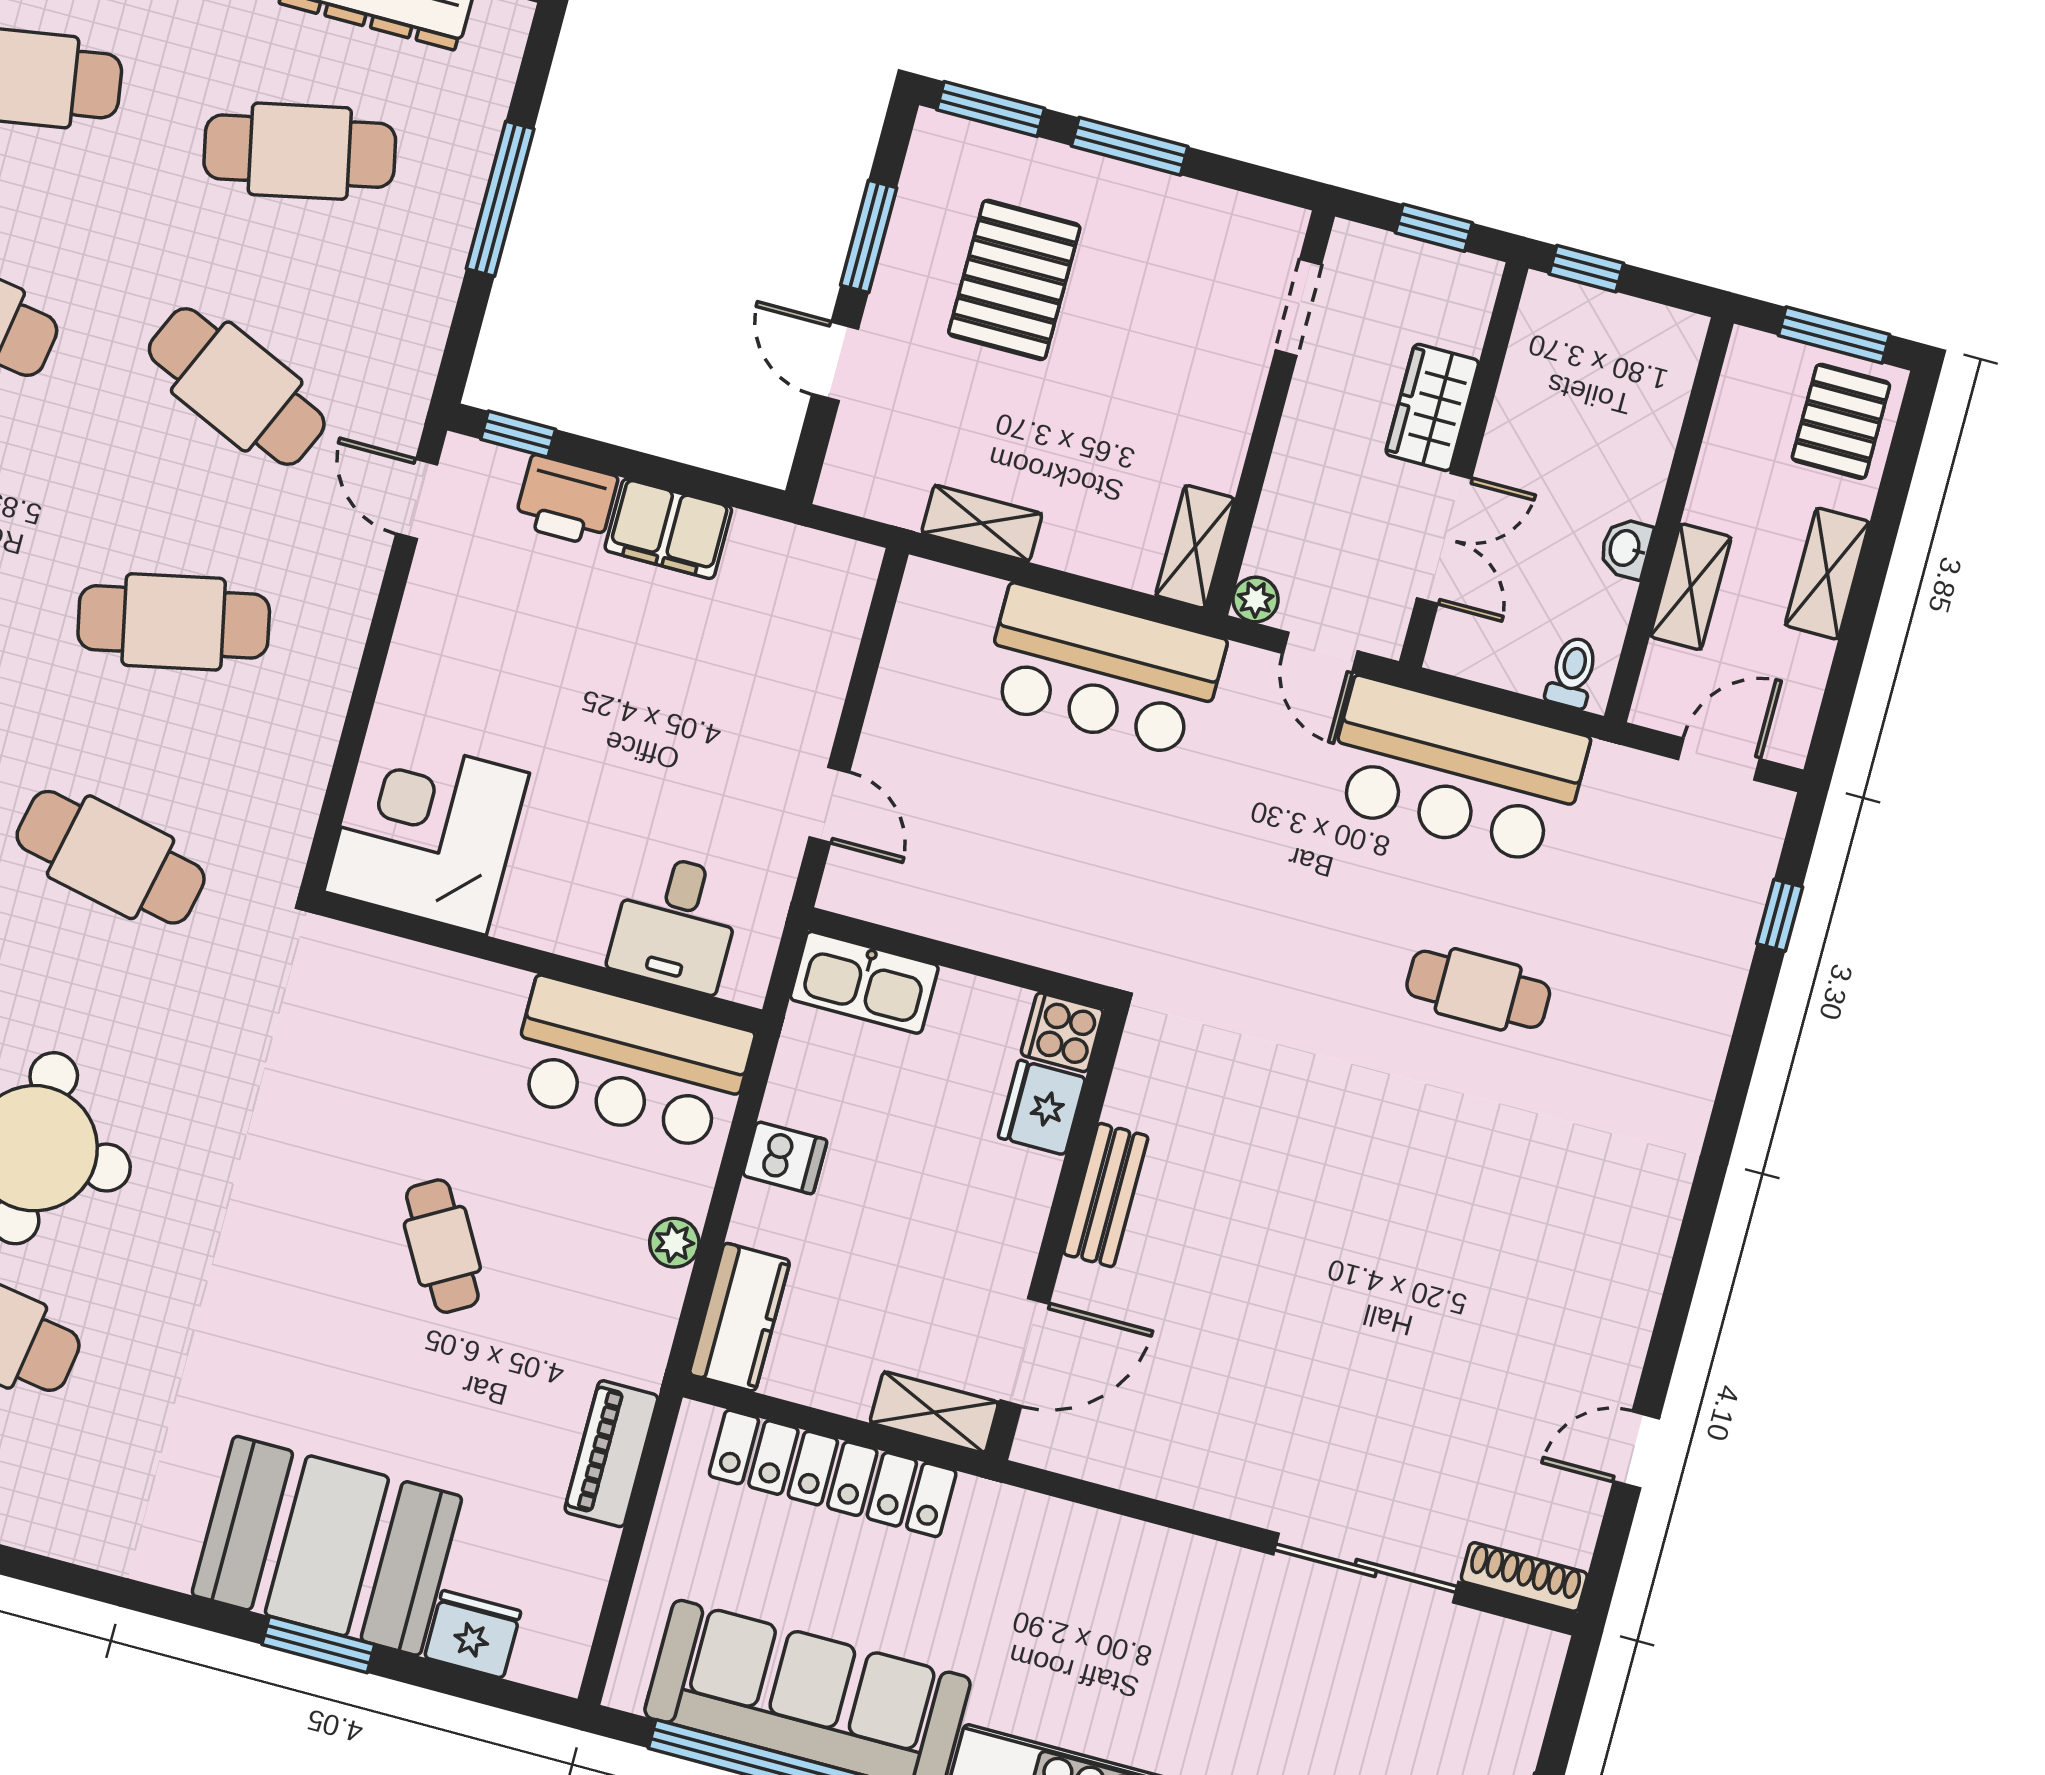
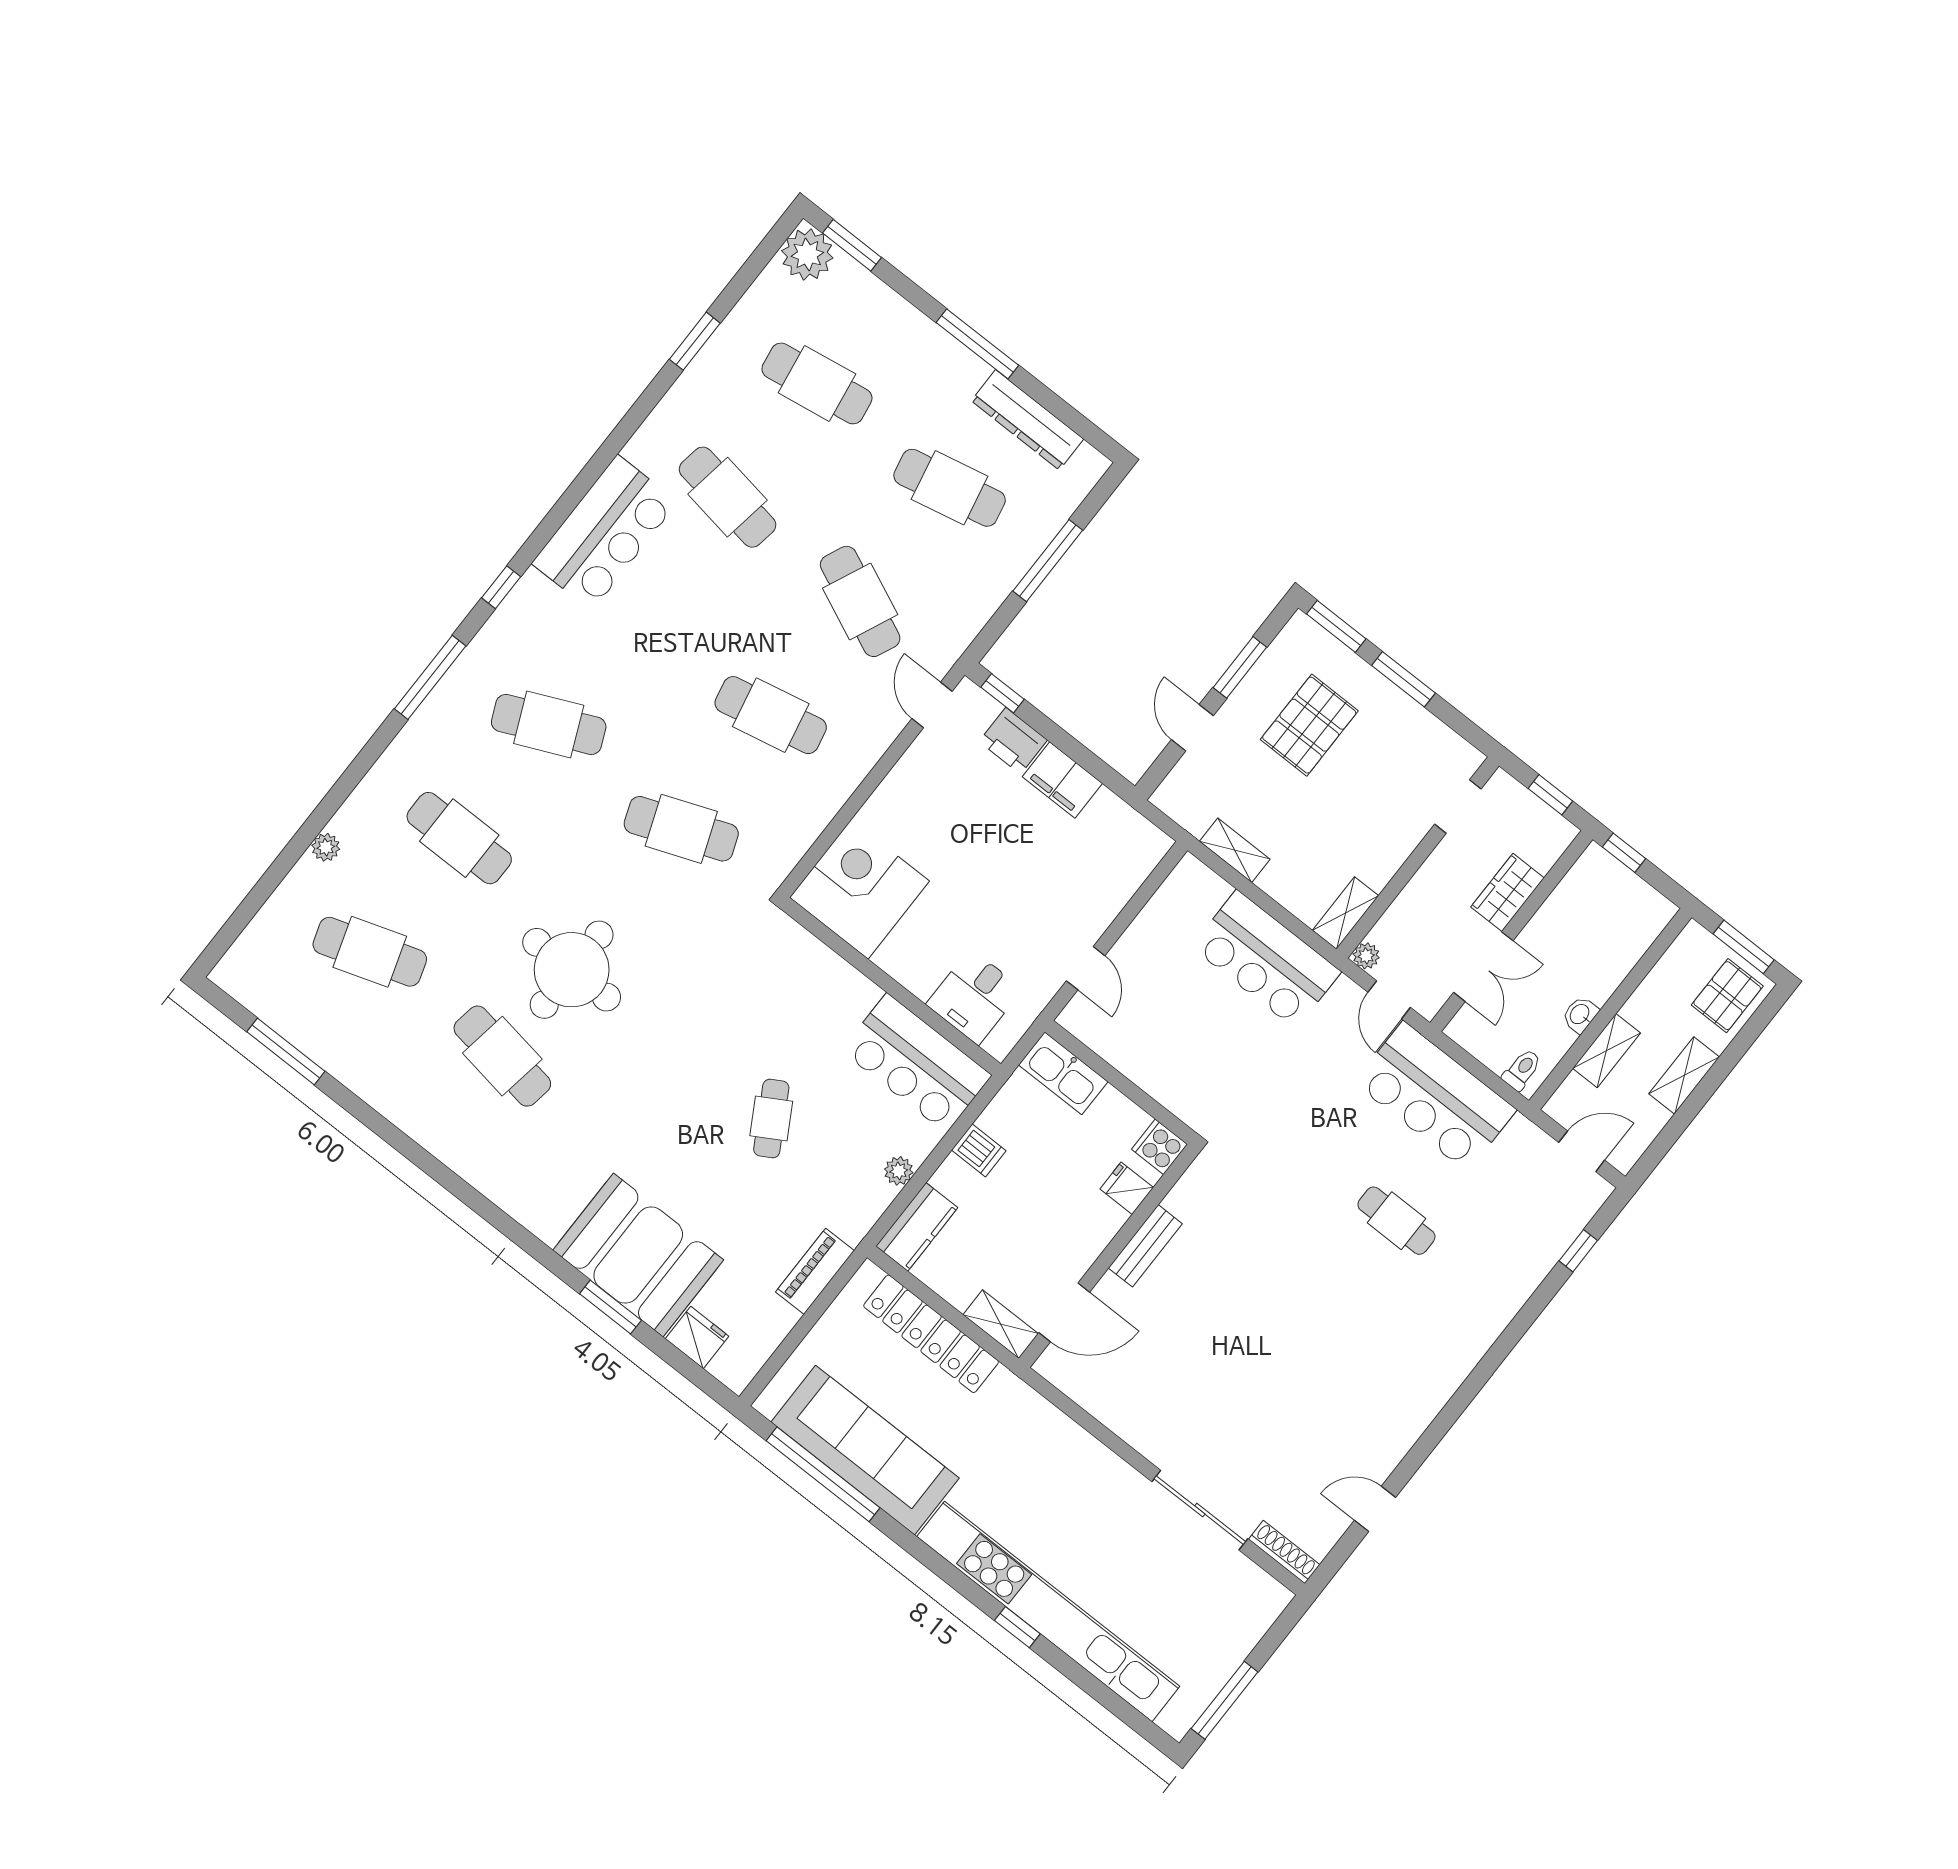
cafe table: (111, 857) -> (681, 829), turned -33
fridge: (1042, 1107) -> (1127, 1188), width x0.72

